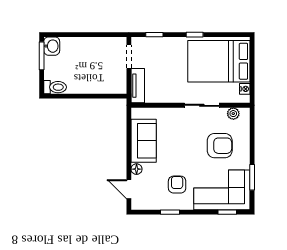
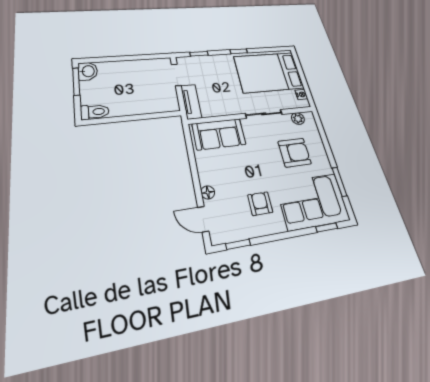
sofa: (144, 141) -> (219, 134), moved, turned 90
window: (170, 212) -> (238, 244), moved

